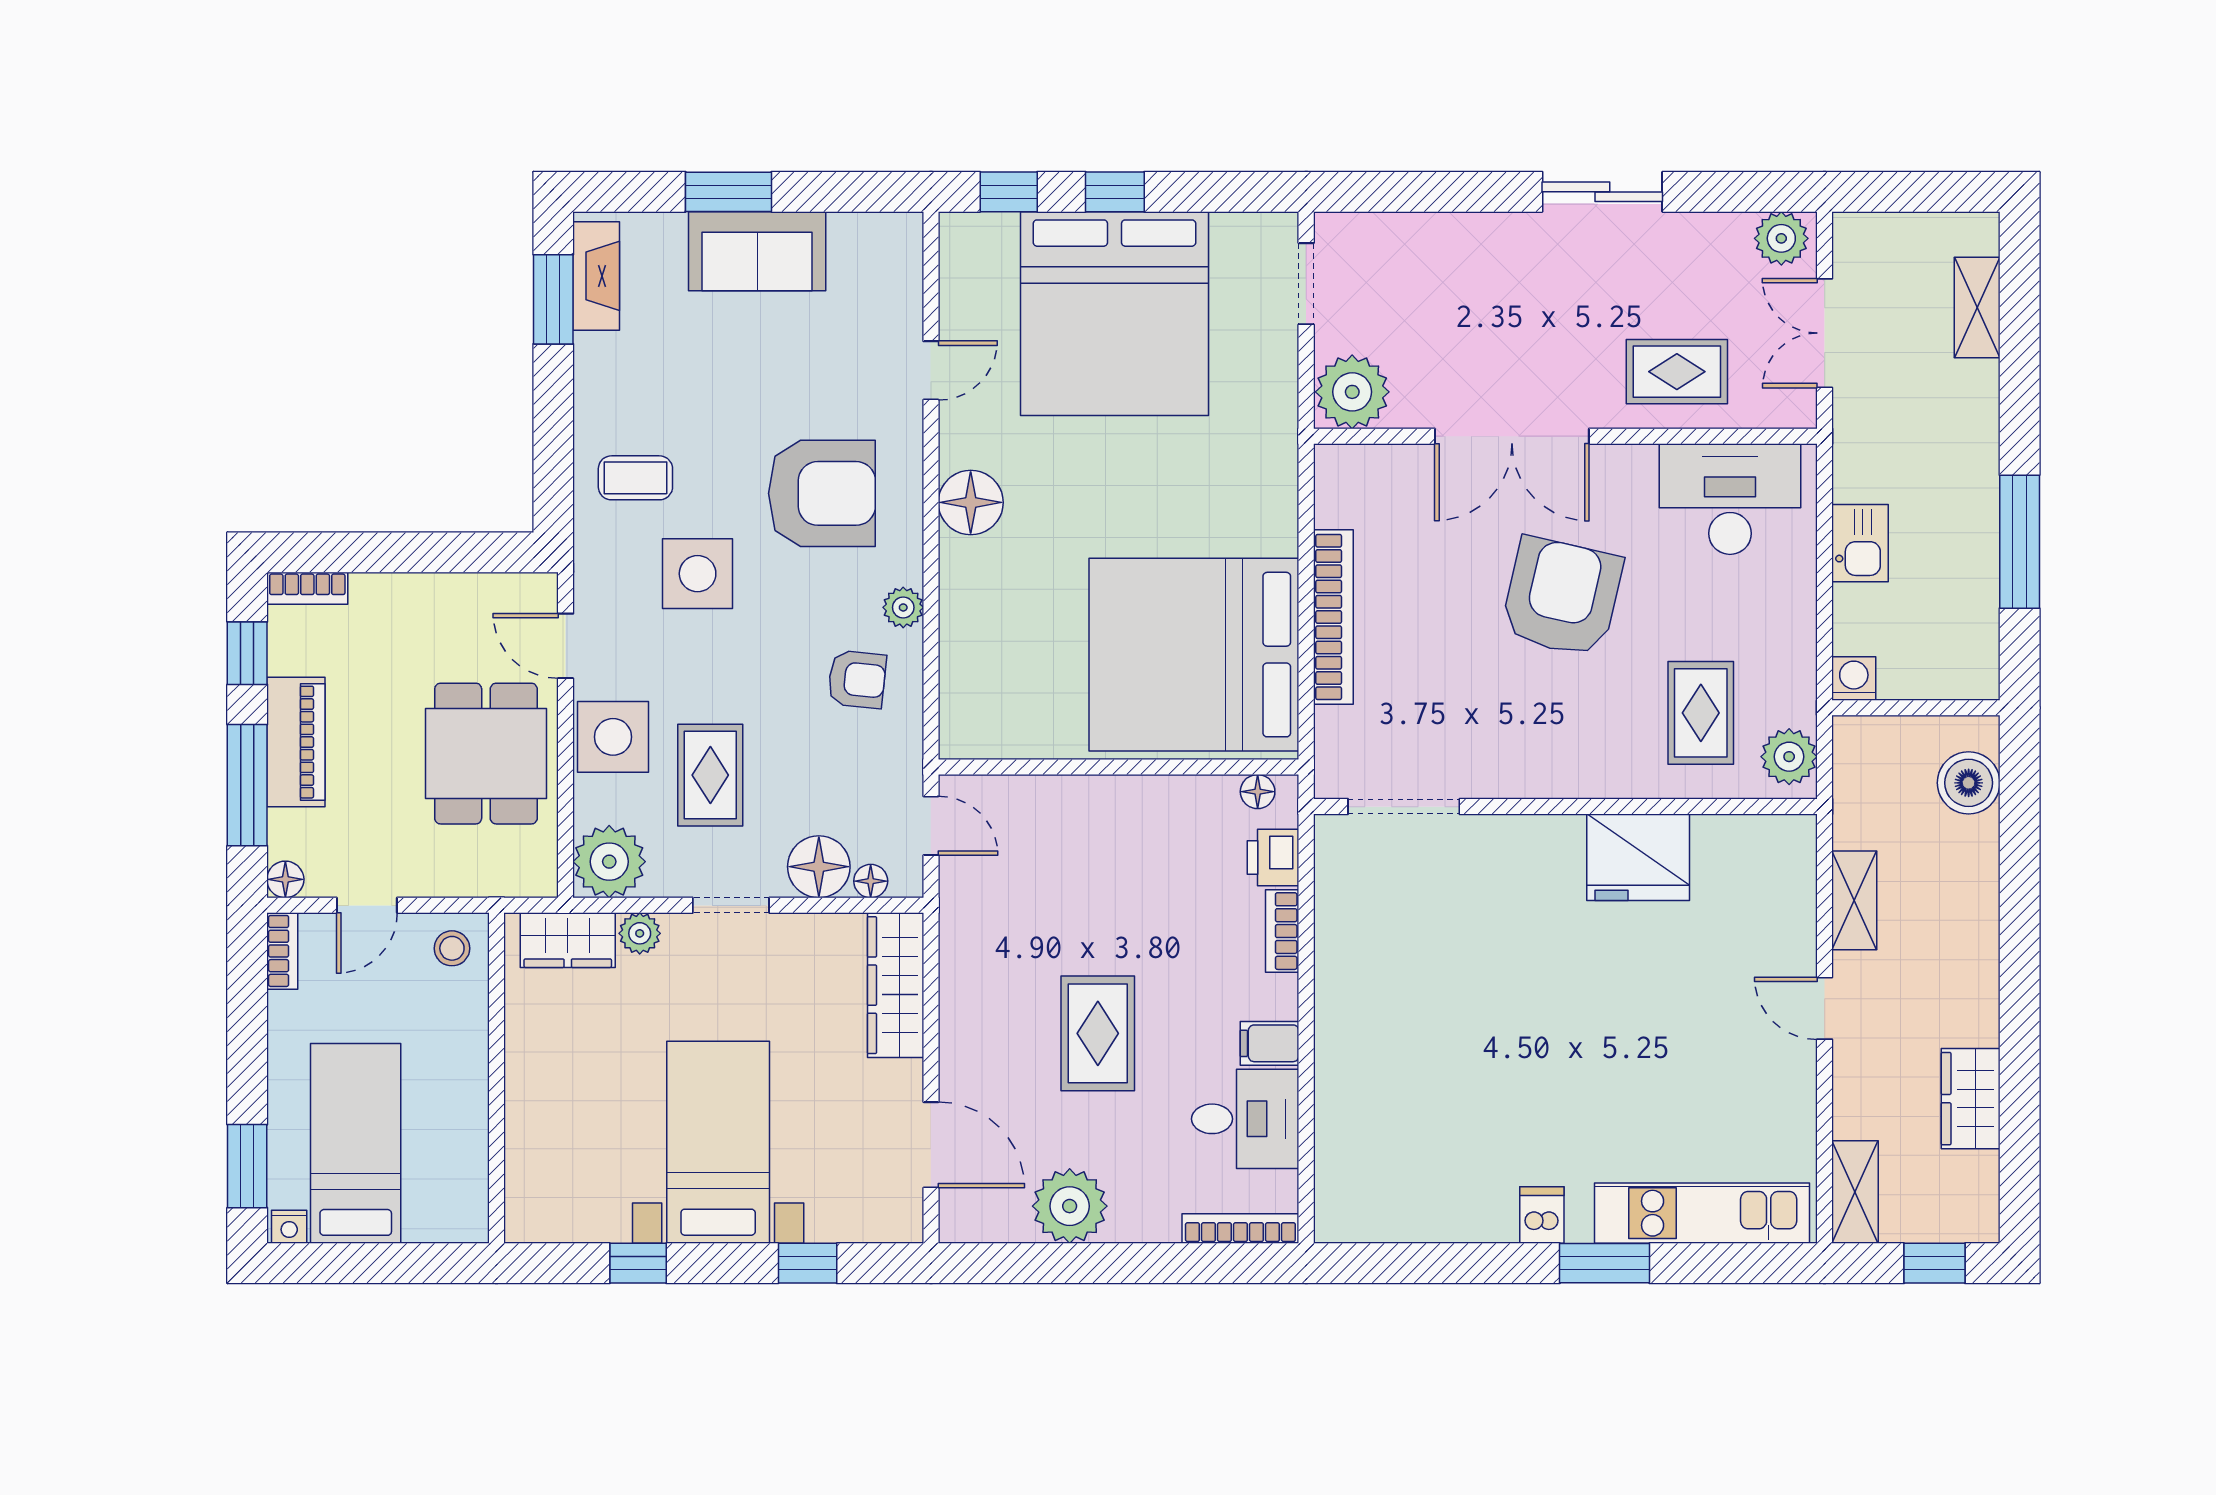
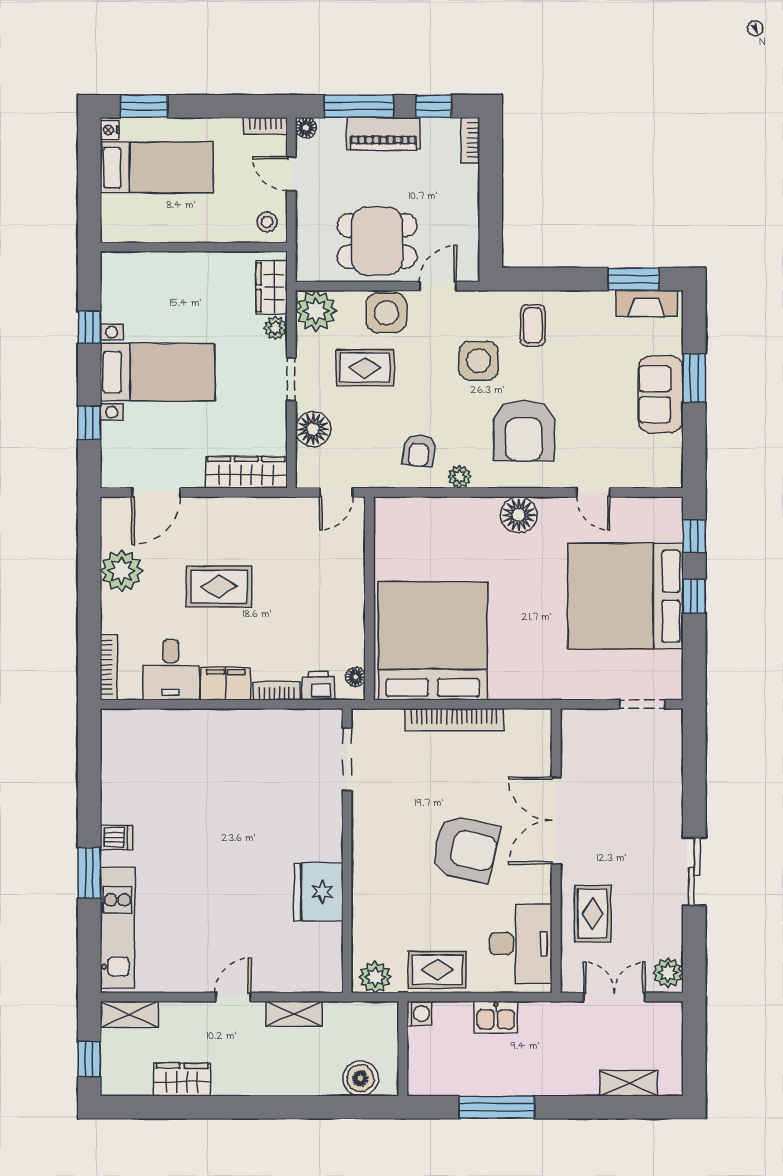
plant: (1352, 392) -> (581, 730), removed
rug: (1701, 713) -> (437, 970), moved
floor lamp: (871, 881) -> (305, 458), removed
filing cabinet: (1270, 1043) -> (226, 684), width x2.00

